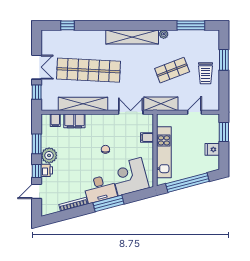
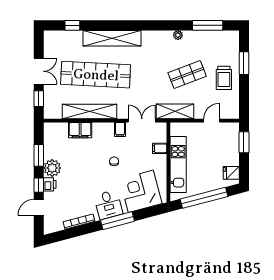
shelving: (132, 37) -> (112, 38), moved
filing cabinet: (55, 120) -> (120, 129), moved
fridge: (212, 149) -> (231, 173), moved
desk: (100, 189) -> (108, 205), width x0.73

